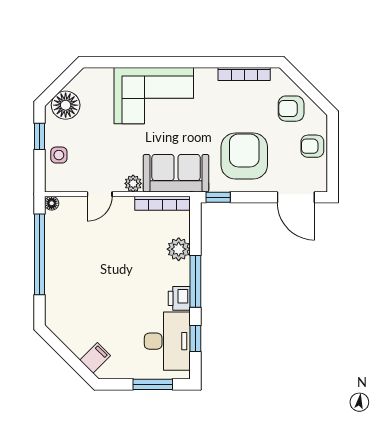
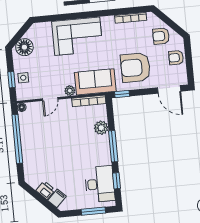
window: (39, 136) -> (12, 80), moved
armchair: (244, 156) -> (135, 68), turned -90
printer: (179, 298) -> (45, 190), moved, turned 135

